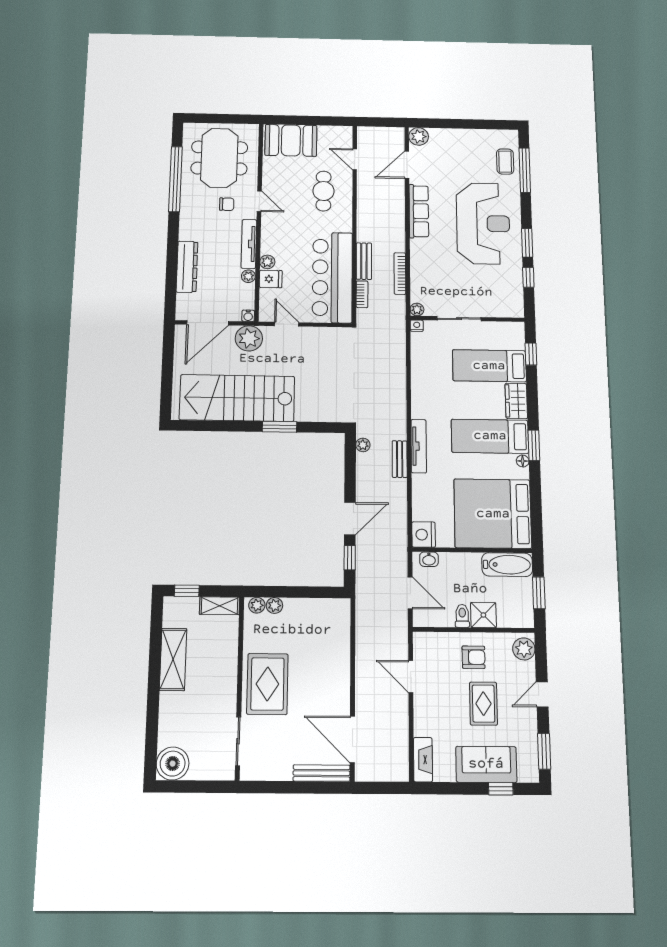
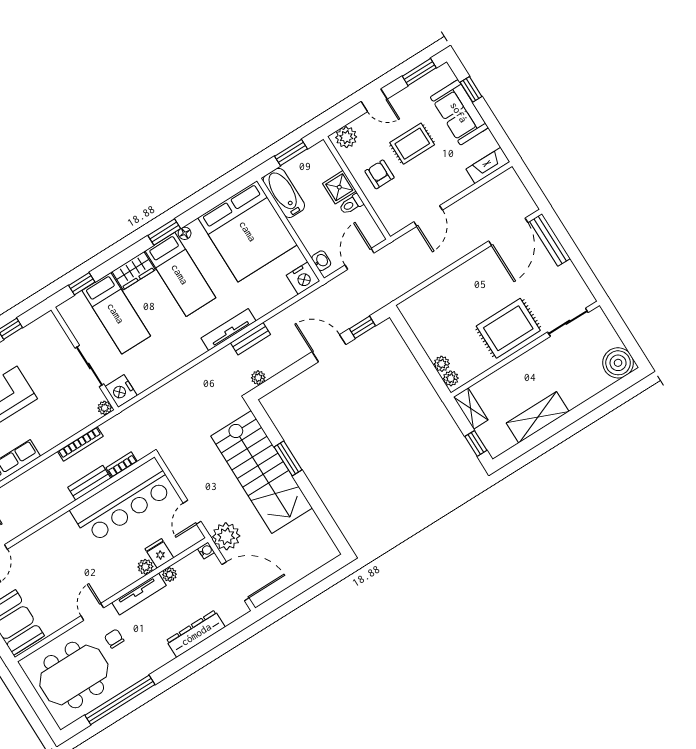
cafe table: (324, 191) -> (45, 561), removed
nightstand: (417, 326) -> (121, 391), width x1.89, depth x1.79
stairs: (237, 398) -> (262, 472), moved

